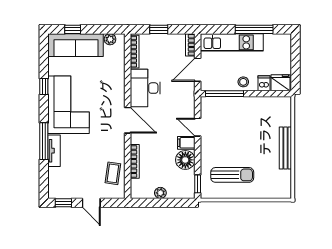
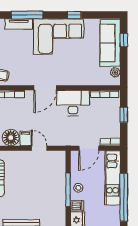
window: (254, 29) -> (124, 197), width x1.46
door: (198, 70) -> (89, 148), swing flipped
window: (224, 94) -> (68, 190), moved
door: (198, 127) -> (39, 148), hinge flipped

